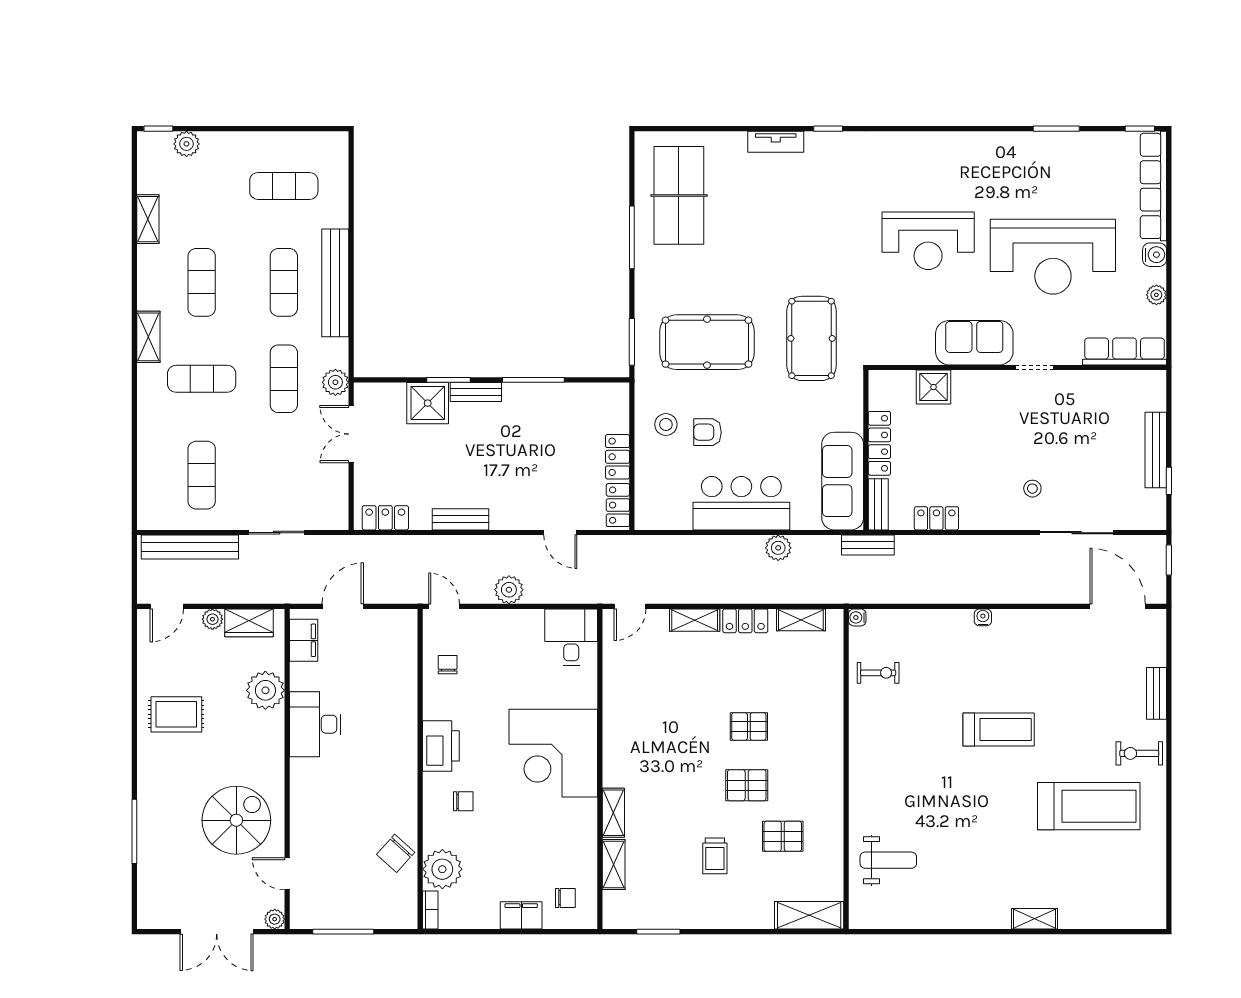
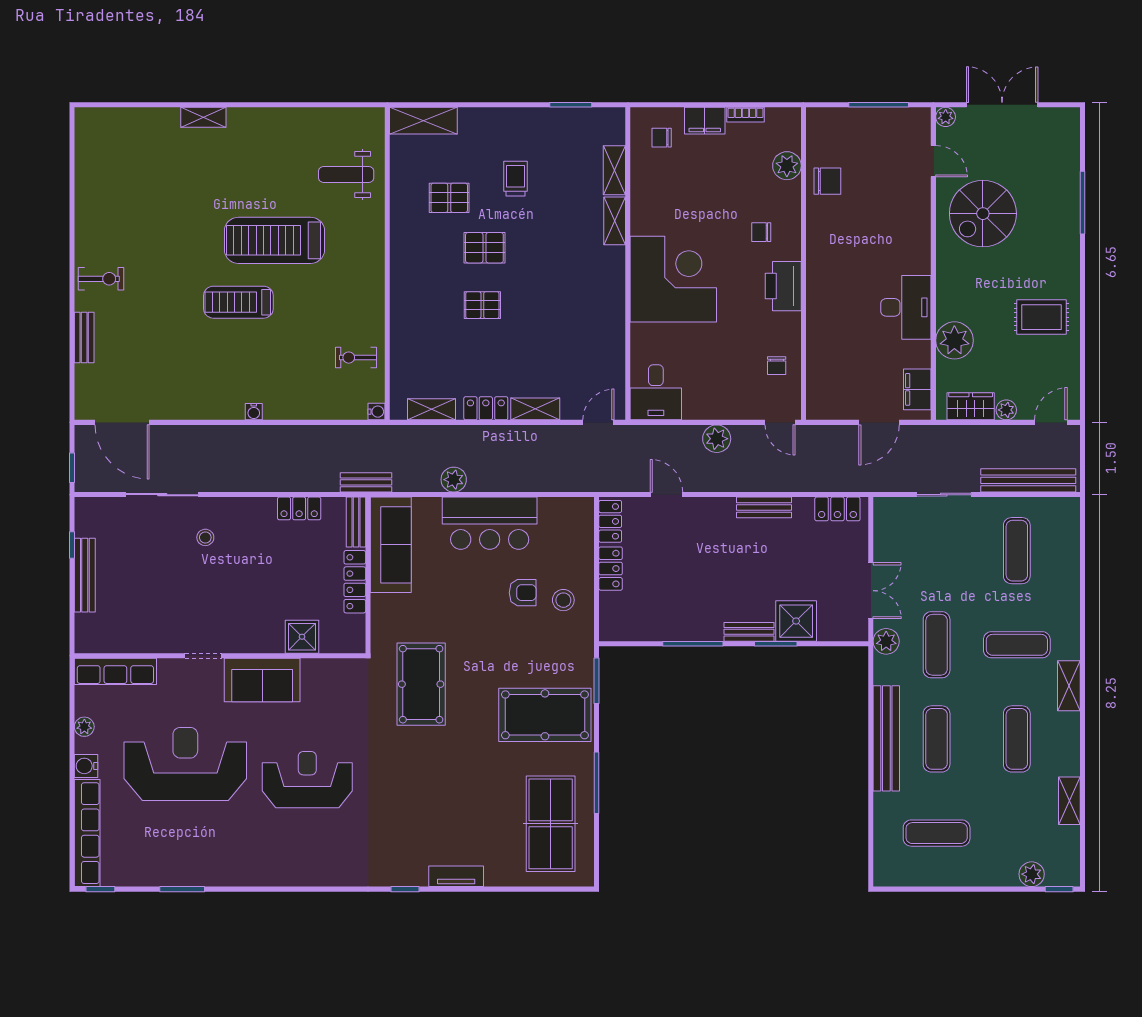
pool table: (707, 342) -> (545, 715), moved
treadmill: (1089, 806) -> (274, 240), moved
chair: (396, 853) -> (827, 181), turned 48
plant: (442, 869) -> (787, 166), width x0.73, depth x0.73
bookcase: (430, 910) -> (745, 115), moved, turned -90

